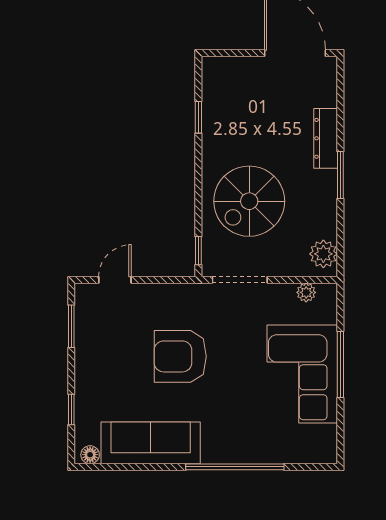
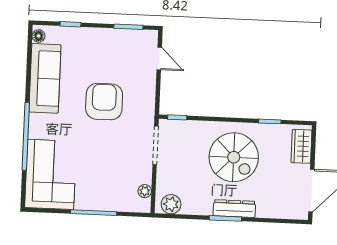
wardrobe: (232, 70) -> (301, 146), added
dresser: (326, 138) -> (234, 209), moved
spiral stairs: (249, 201) -> (234, 157), moved, turned 180
corner sofa: (302, 374) -> (51, 174), moved, turned 90

